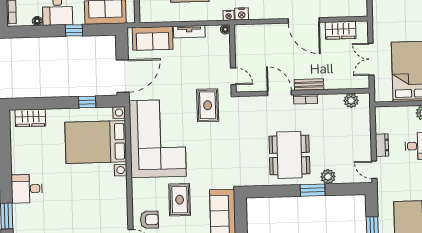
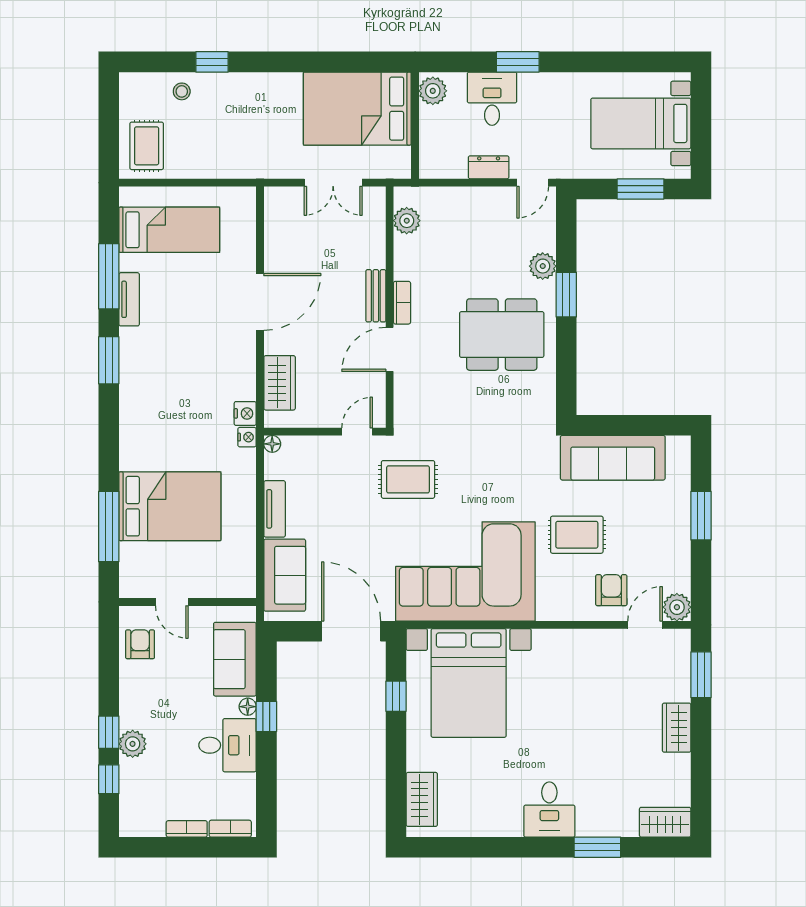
floor lamp: (37, 21) -> (248, 707), moved
wardrobe: (341, 30) -> (280, 383), moved

